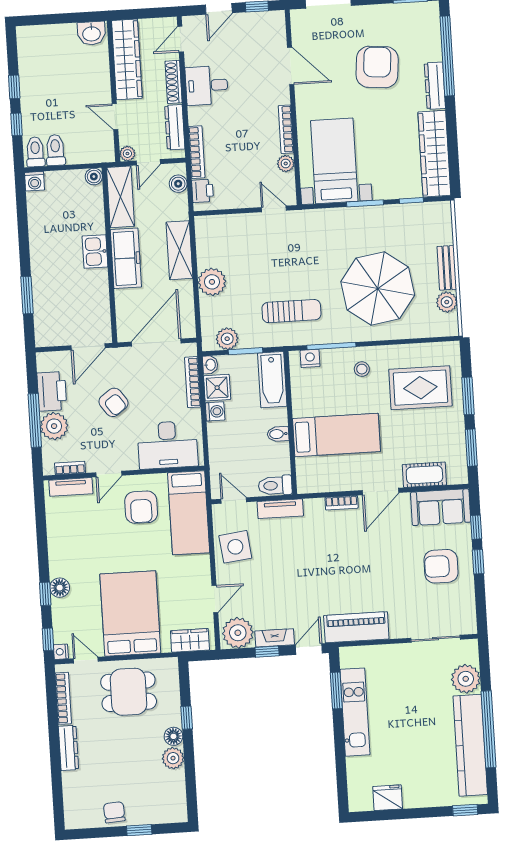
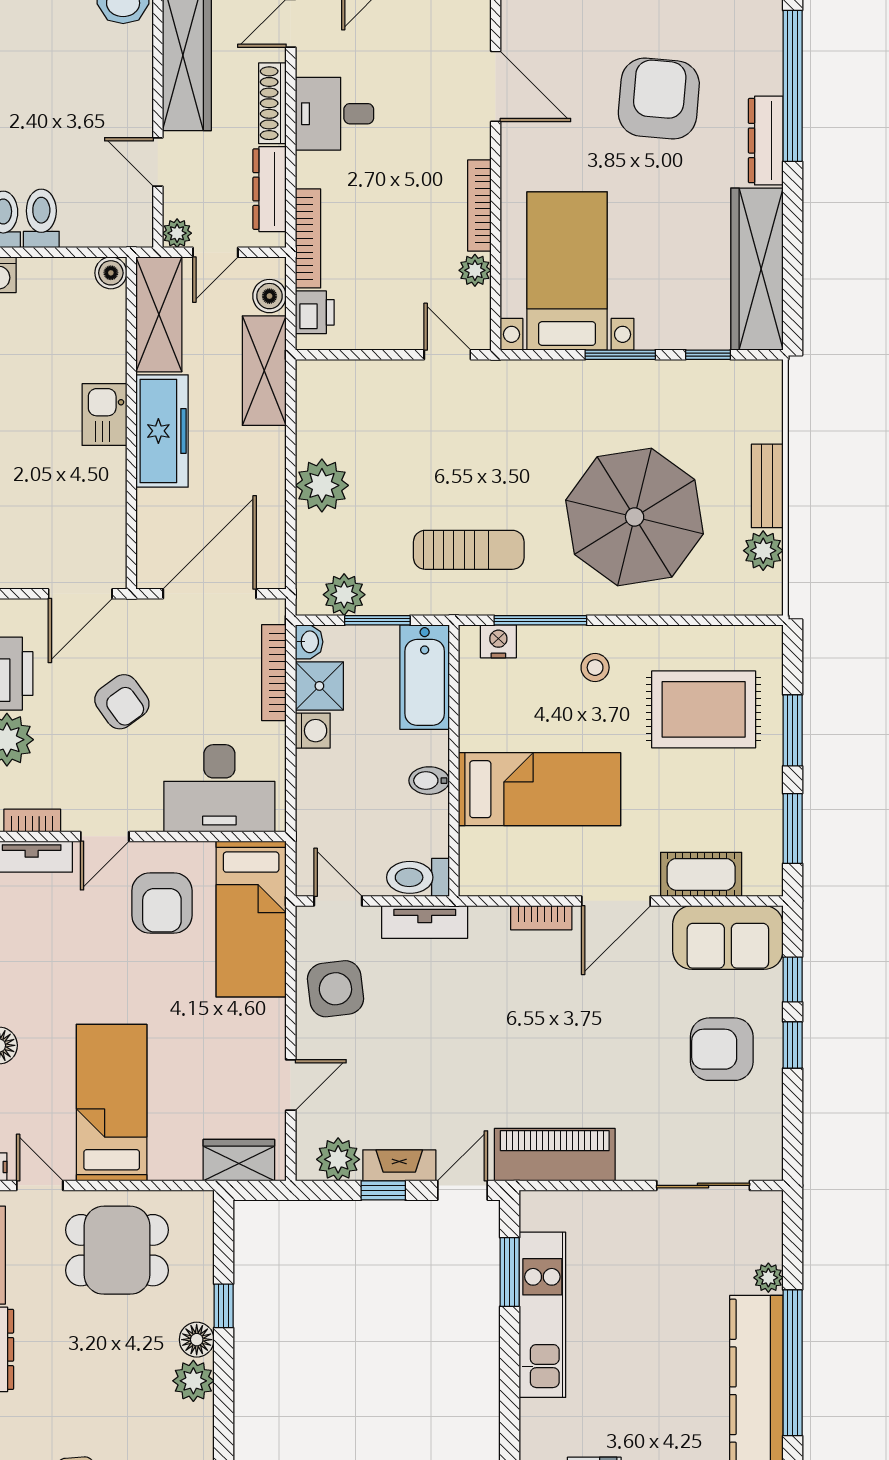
shelving: (179, 250) -> (264, 371), moved
bed: (130, 614) -> (112, 1103), width x0.67
plant: (238, 633) -> (338, 1159), width x0.73, depth x0.73
plant: (466, 679) -> (768, 1278), width x0.53, depth x0.53

